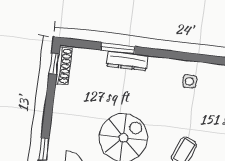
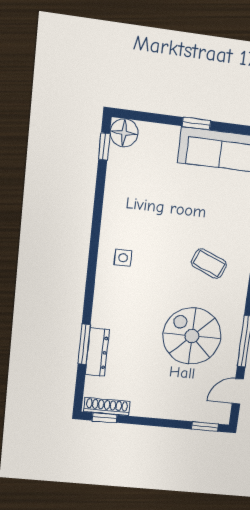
dresser: (127, 61) -> (97, 352), moved

